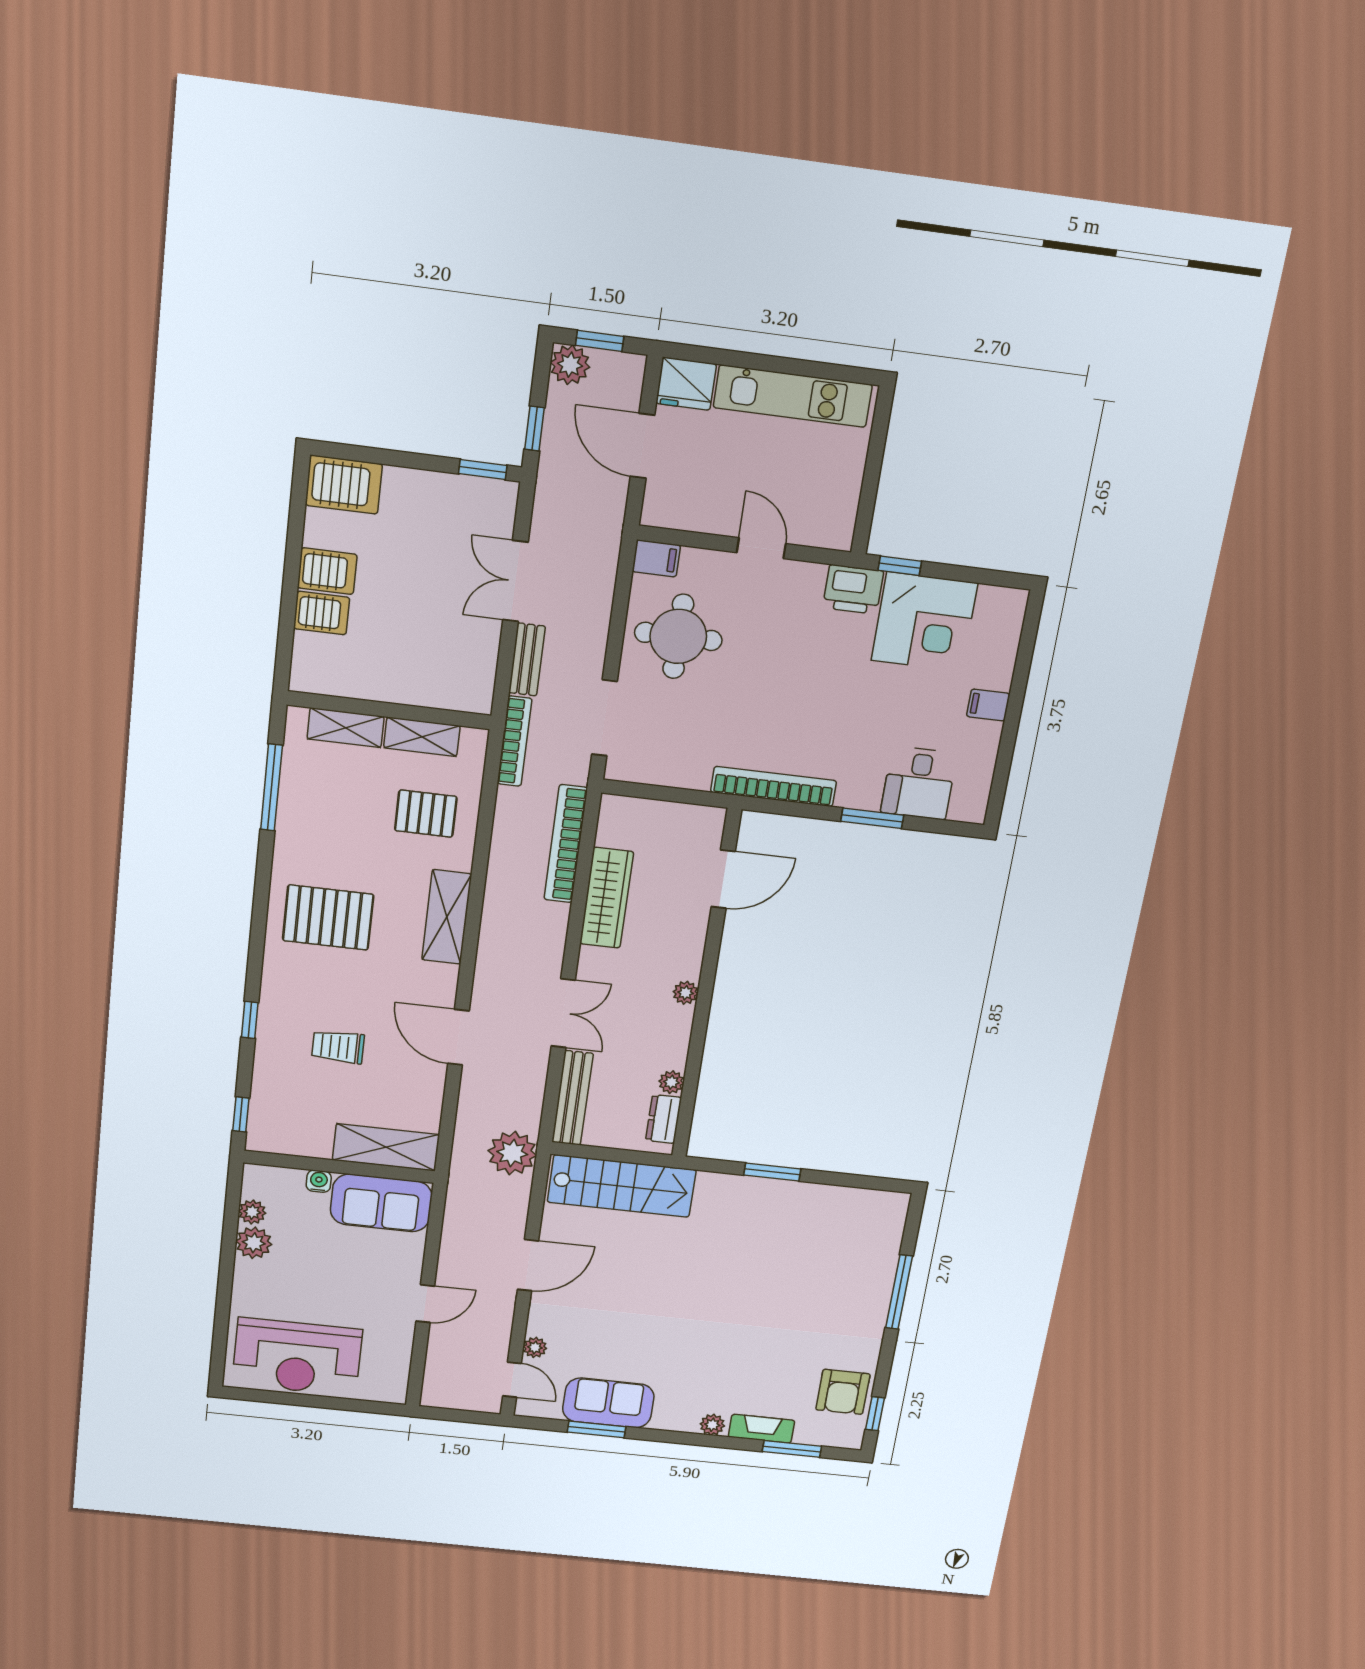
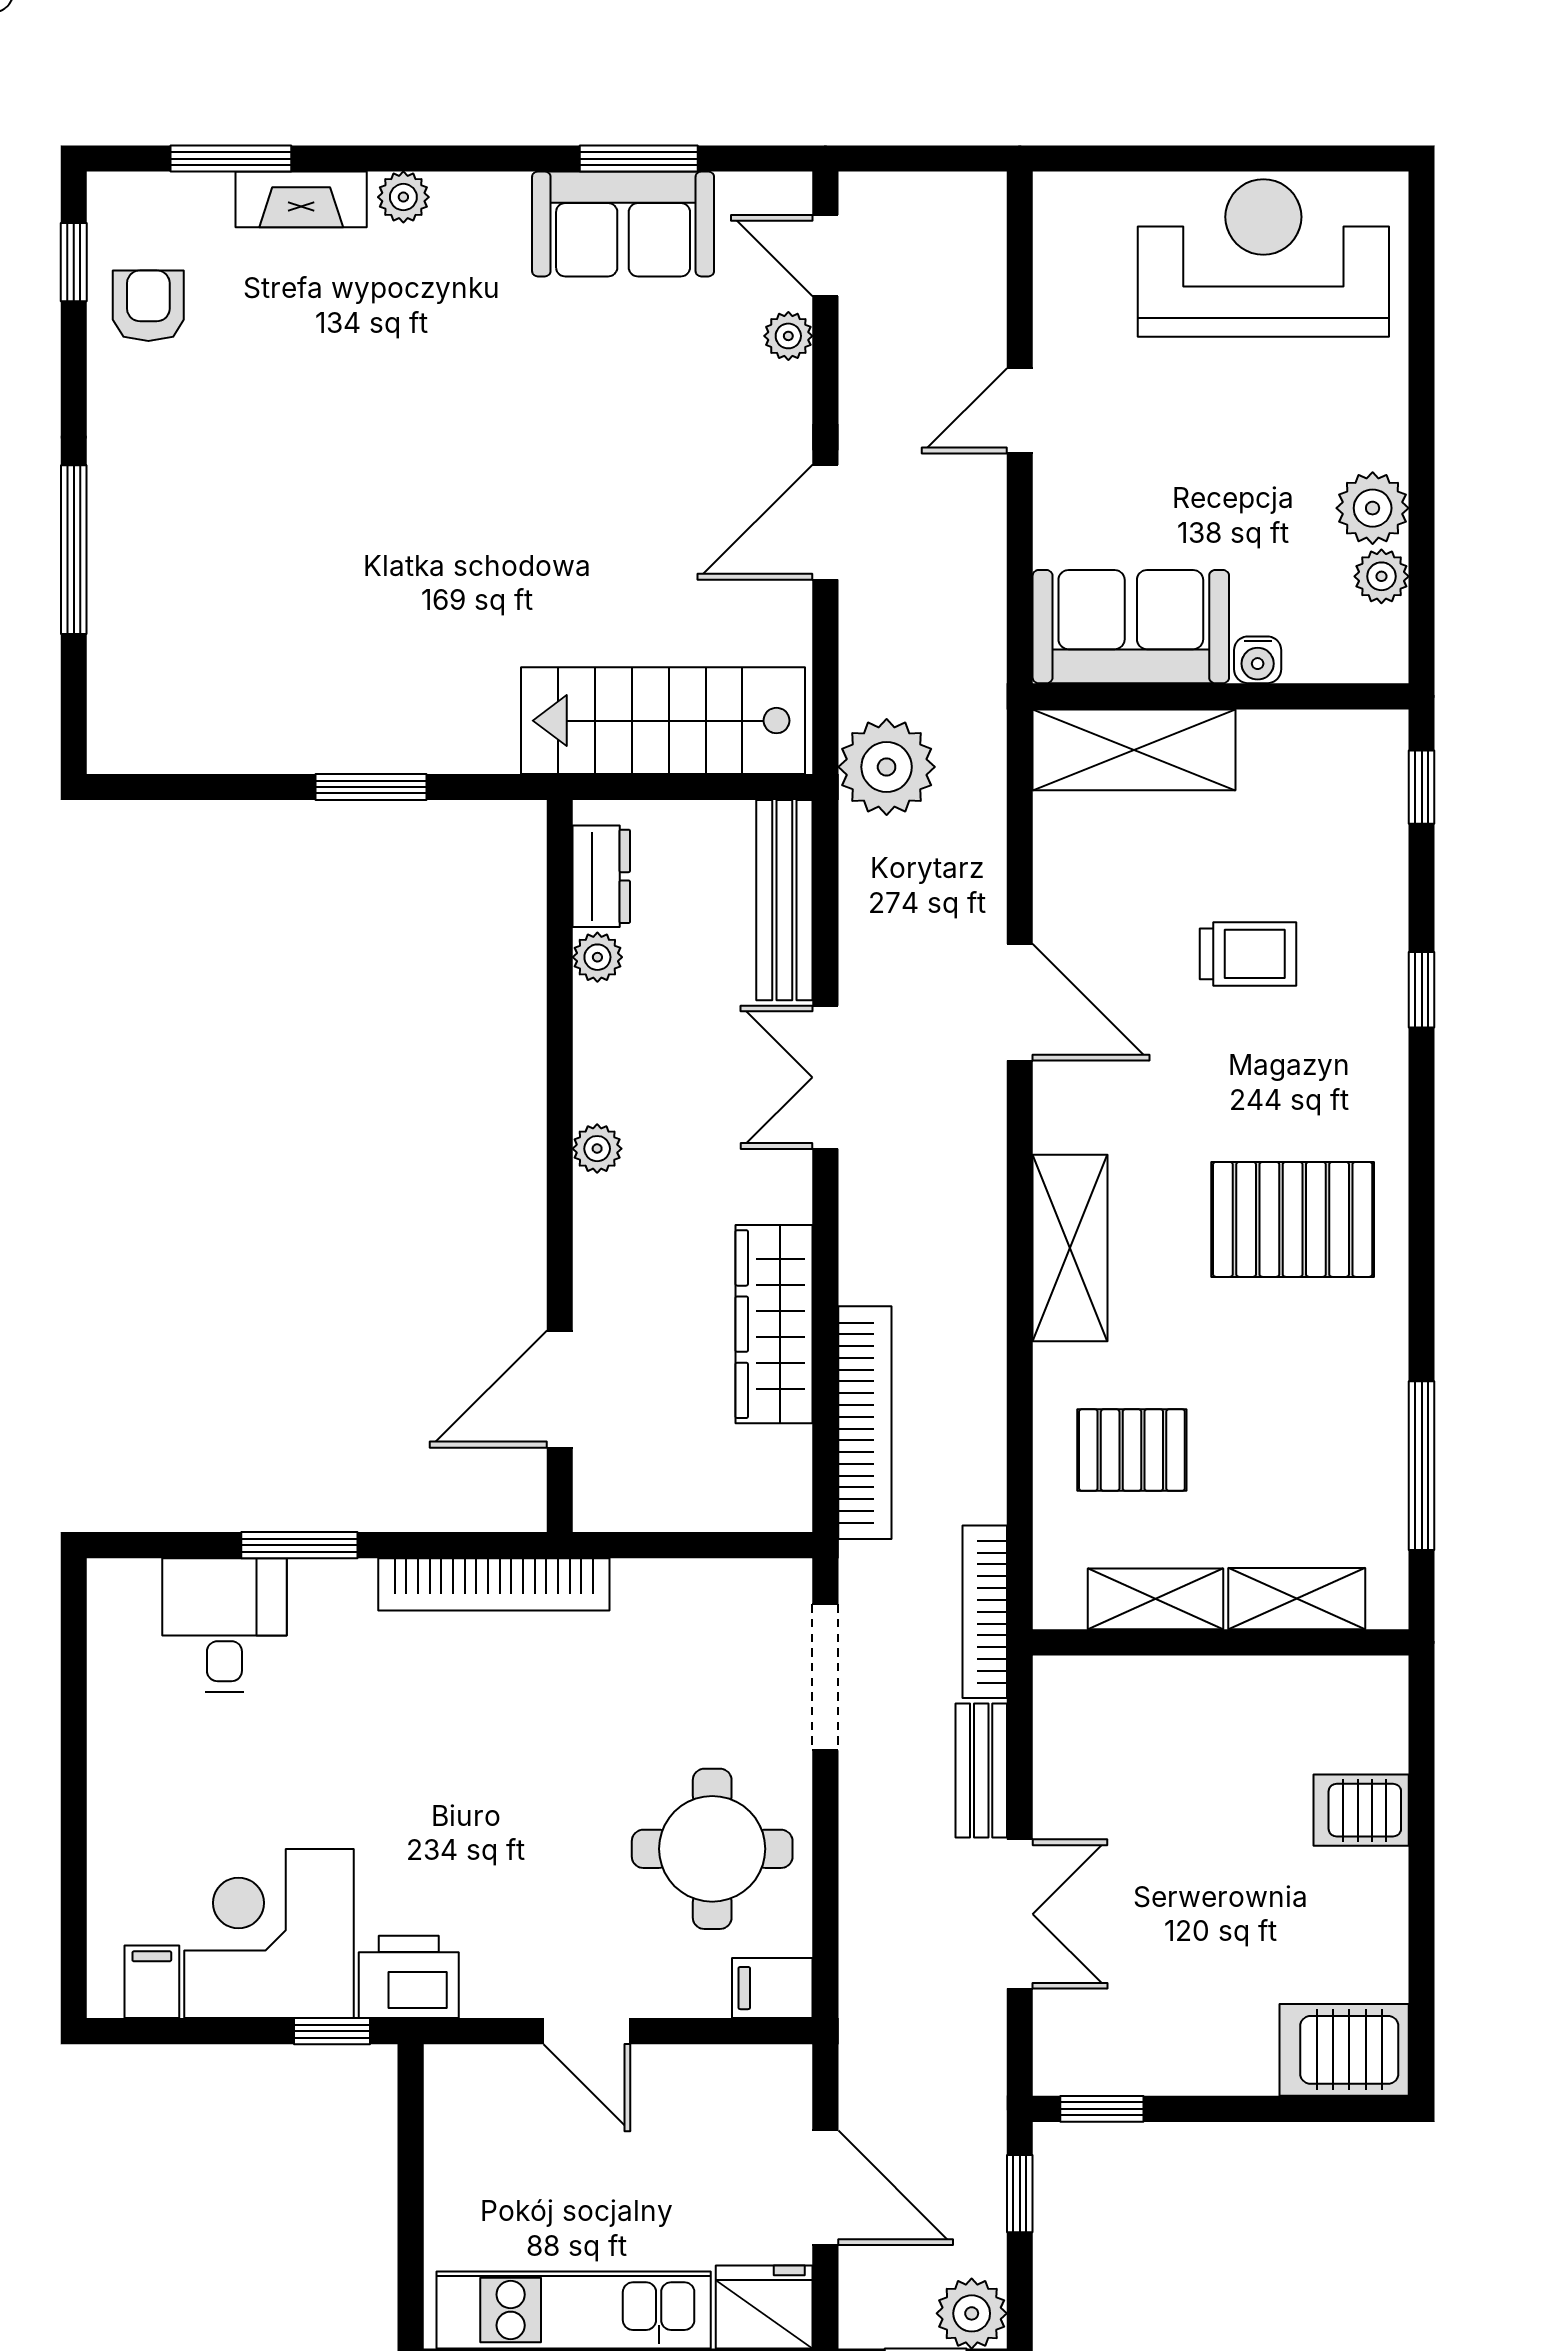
server rack: (327, 571) -> (1358, 1889), removed
filing cabinet: (988, 705) -> (152, 1982), moved, turned -90
armchair: (843, 1392) -> (148, 306), width x0.72, depth x0.72

